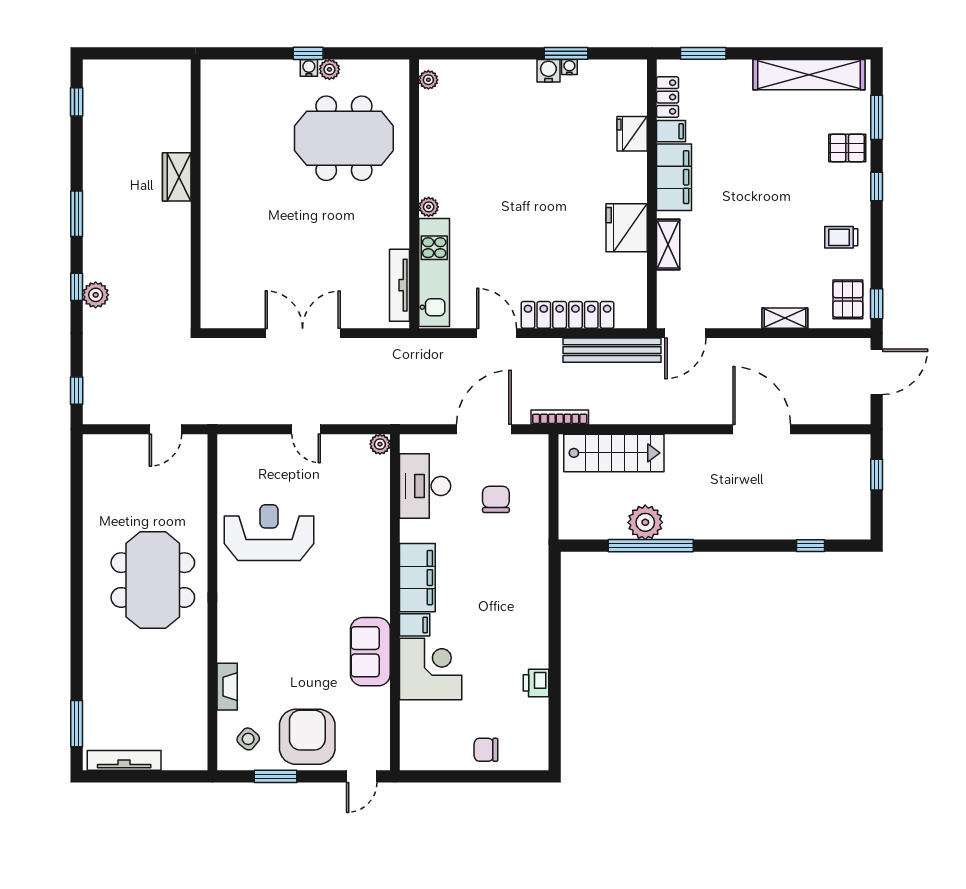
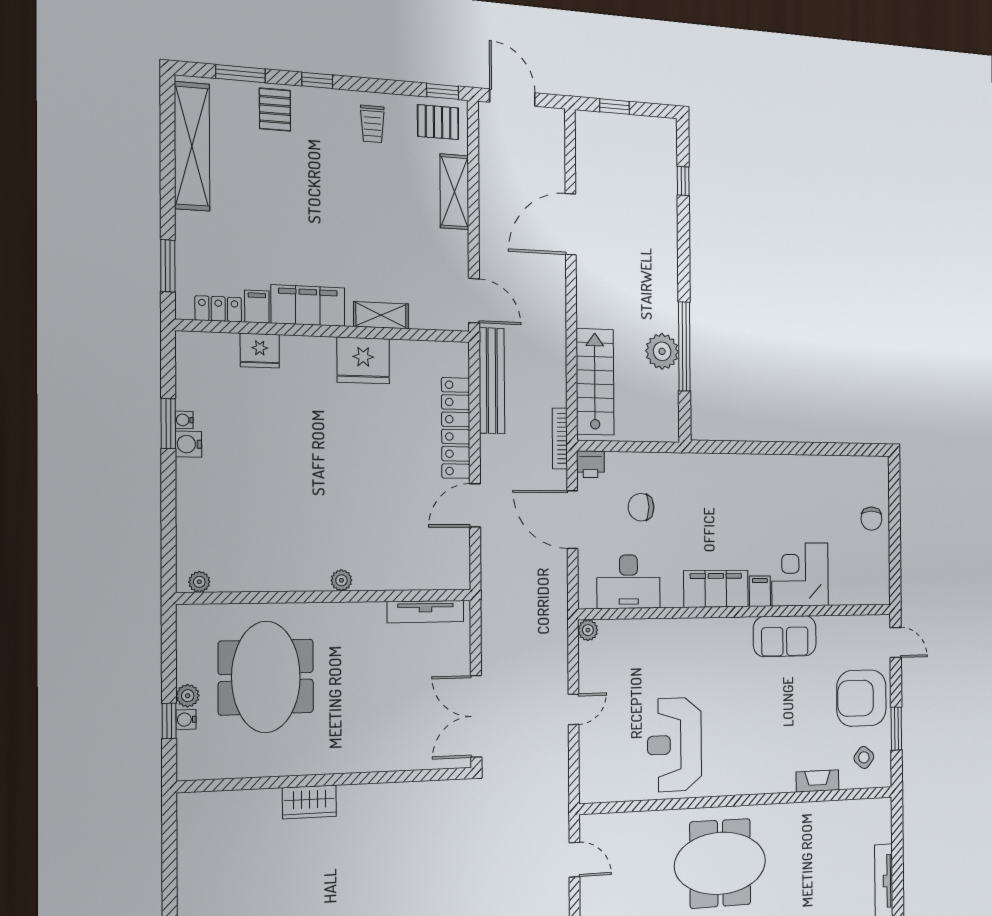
wardrobe: (177, 177) -> (309, 802), moved
wall: (196, 194) -> (328, 780), moved
kitchen unit: (434, 273) -> (412, 574), removed
shelving: (785, 318) -> (454, 192), width x1.50, depth x1.33
printer: (536, 683) -> (591, 464), moved

